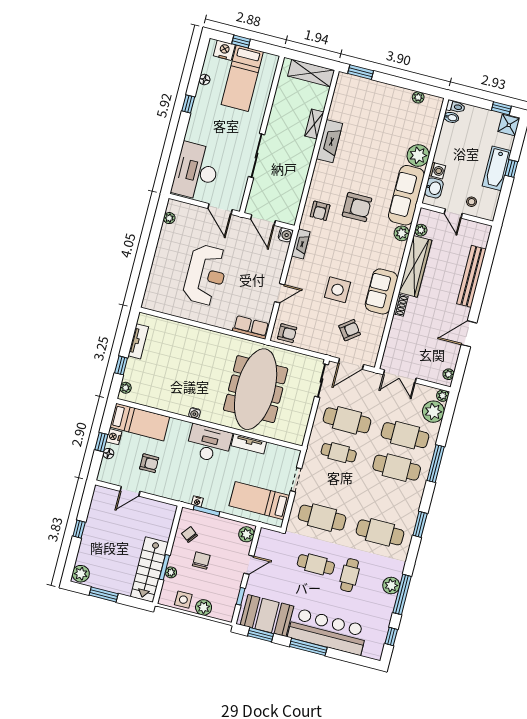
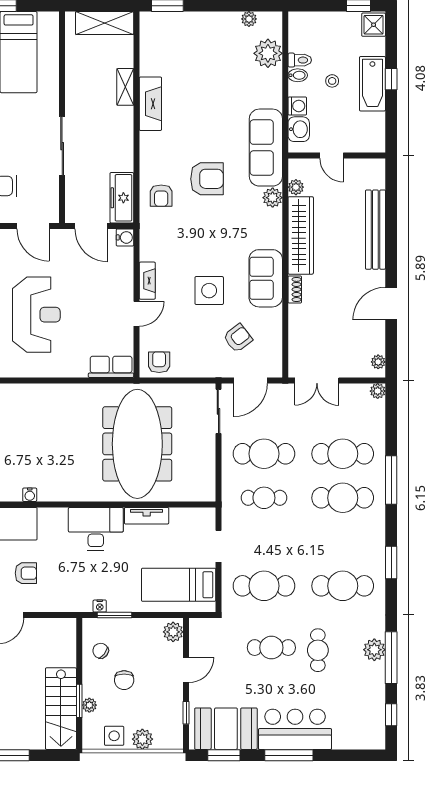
toilet: (456, 107) -> (300, 60), moved
bidet: (451, 117) -> (298, 75), moved
plant: (418, 155) -> (268, 53), moved
stool: (472, 202) -> (332, 81), moved
freezer: (291, 205) -> (122, 198), added
fireplace: (301, 244) -> (147, 281), moved
armchair: (287, 333) -> (159, 362), turned -90
plant: (433, 412) -> (371, 414), removed
water cooler: (195, 413) -> (30, 495), moved
chair: (201, 561) -> (124, 680), turned 180
bar counter: (328, 632) -> (295, 729), width x0.73

